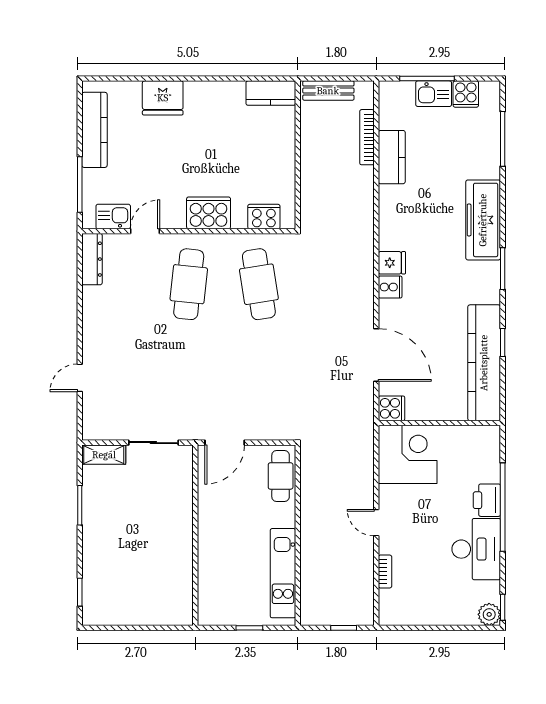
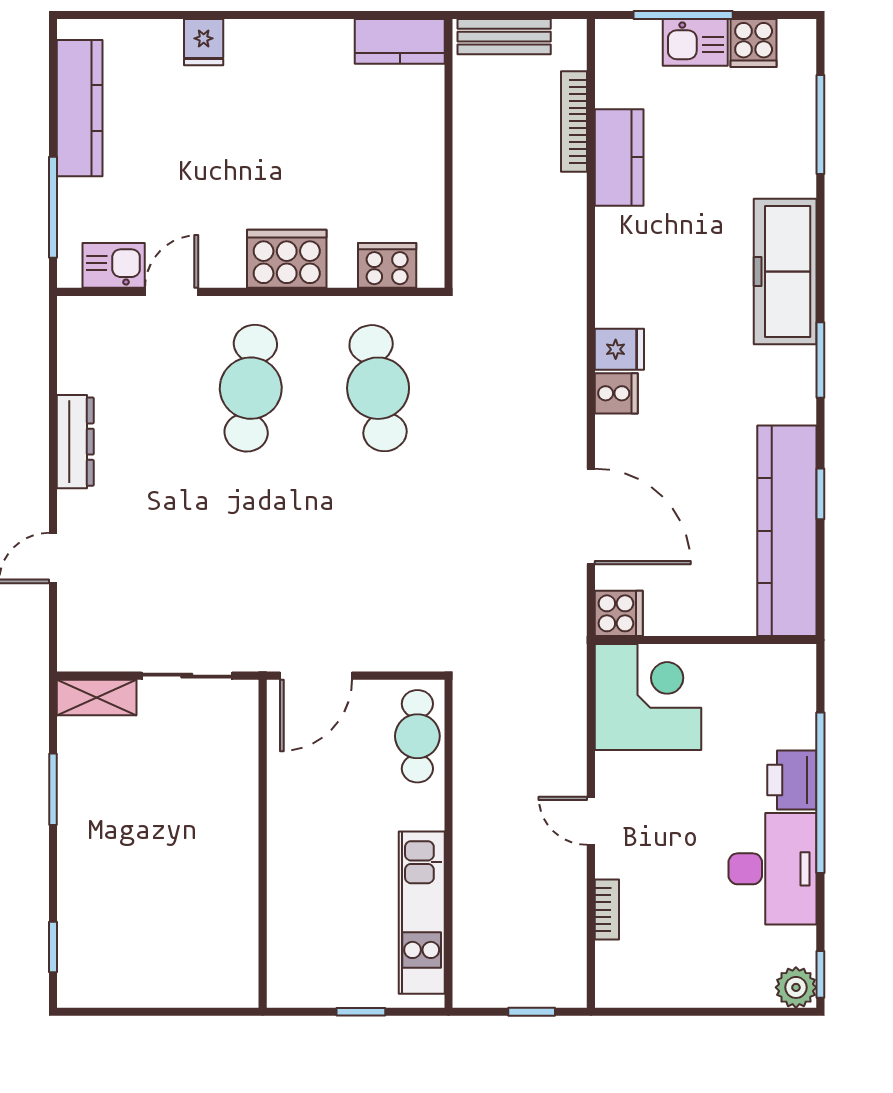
fridge: (163, 98) -> (204, 42), width x0.53, depth x0.75
dresser: (92, 259) -> (75, 442), moved

